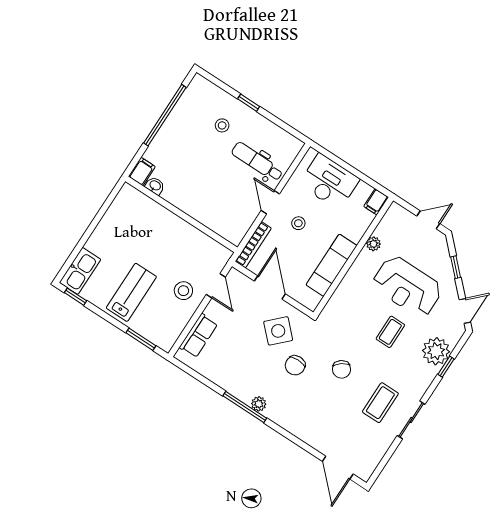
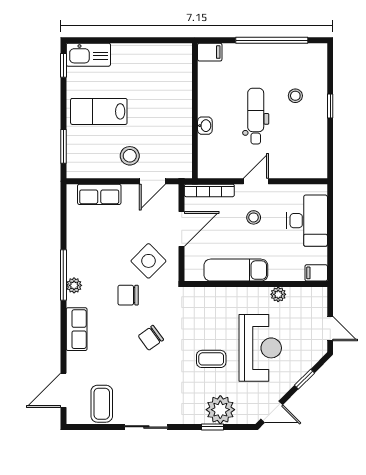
dental chair: (257, 162) -> (256, 116), moved
washbasin: (155, 186) -> (205, 126), moved
reception desk: (407, 287) -> (260, 348), turned 180
lab bench: (131, 292) -> (99, 111), turned 180
coffee table: (380, 403) -> (102, 404), moved, turned 90
row of seats: (295, 425) -> (77, 329), added

